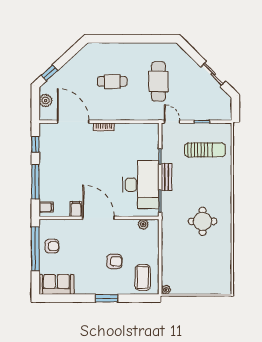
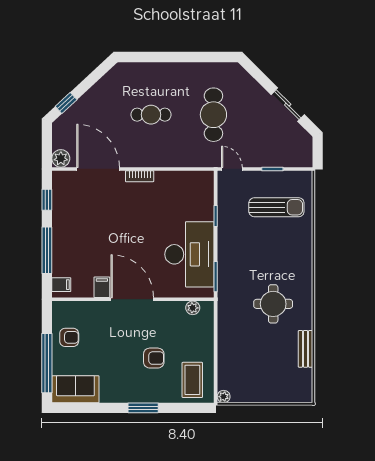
plant: (46, 101) -> (61, 158), moved
bench: (166, 177) -> (306, 349), moved
window: (35, 249) -> (47, 363), moved

